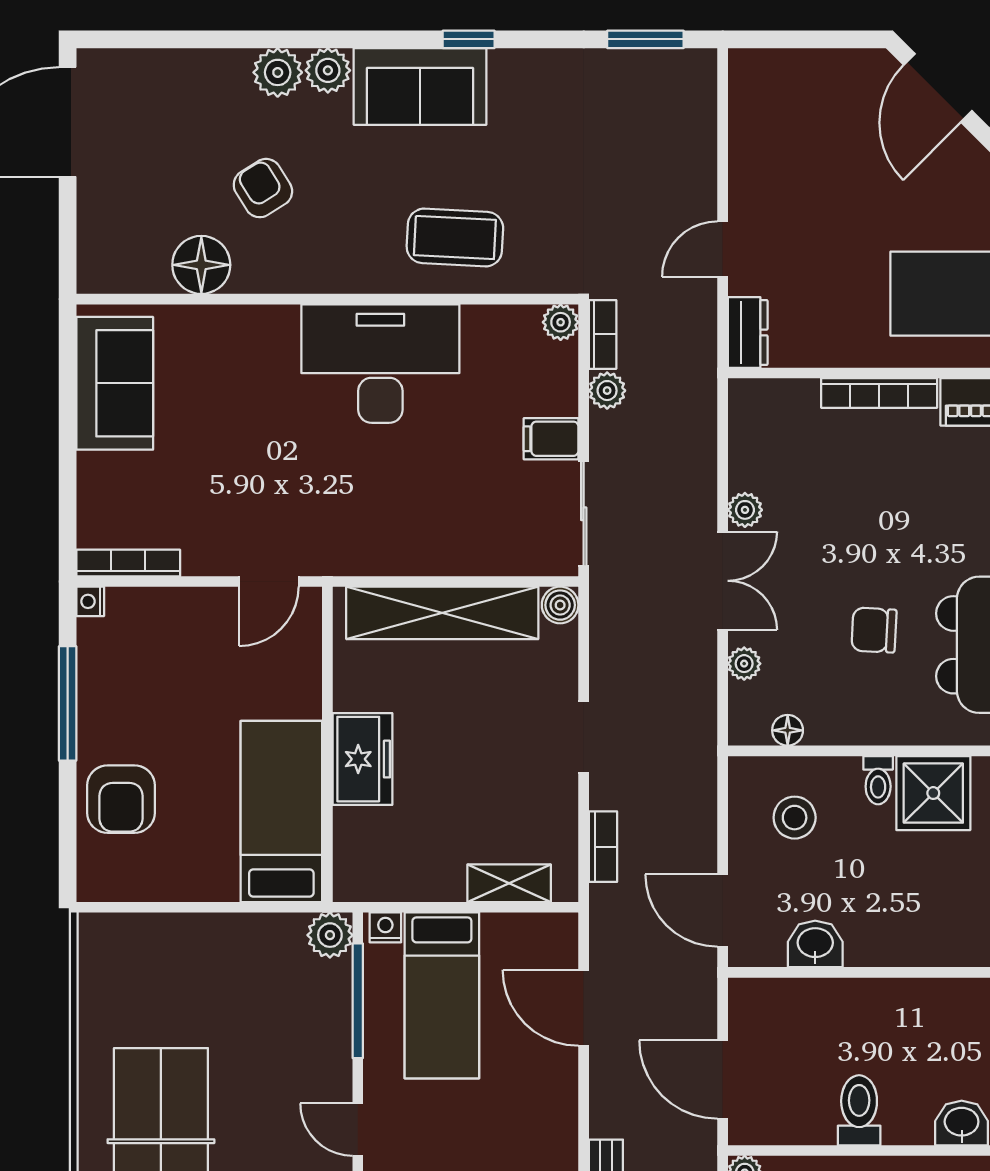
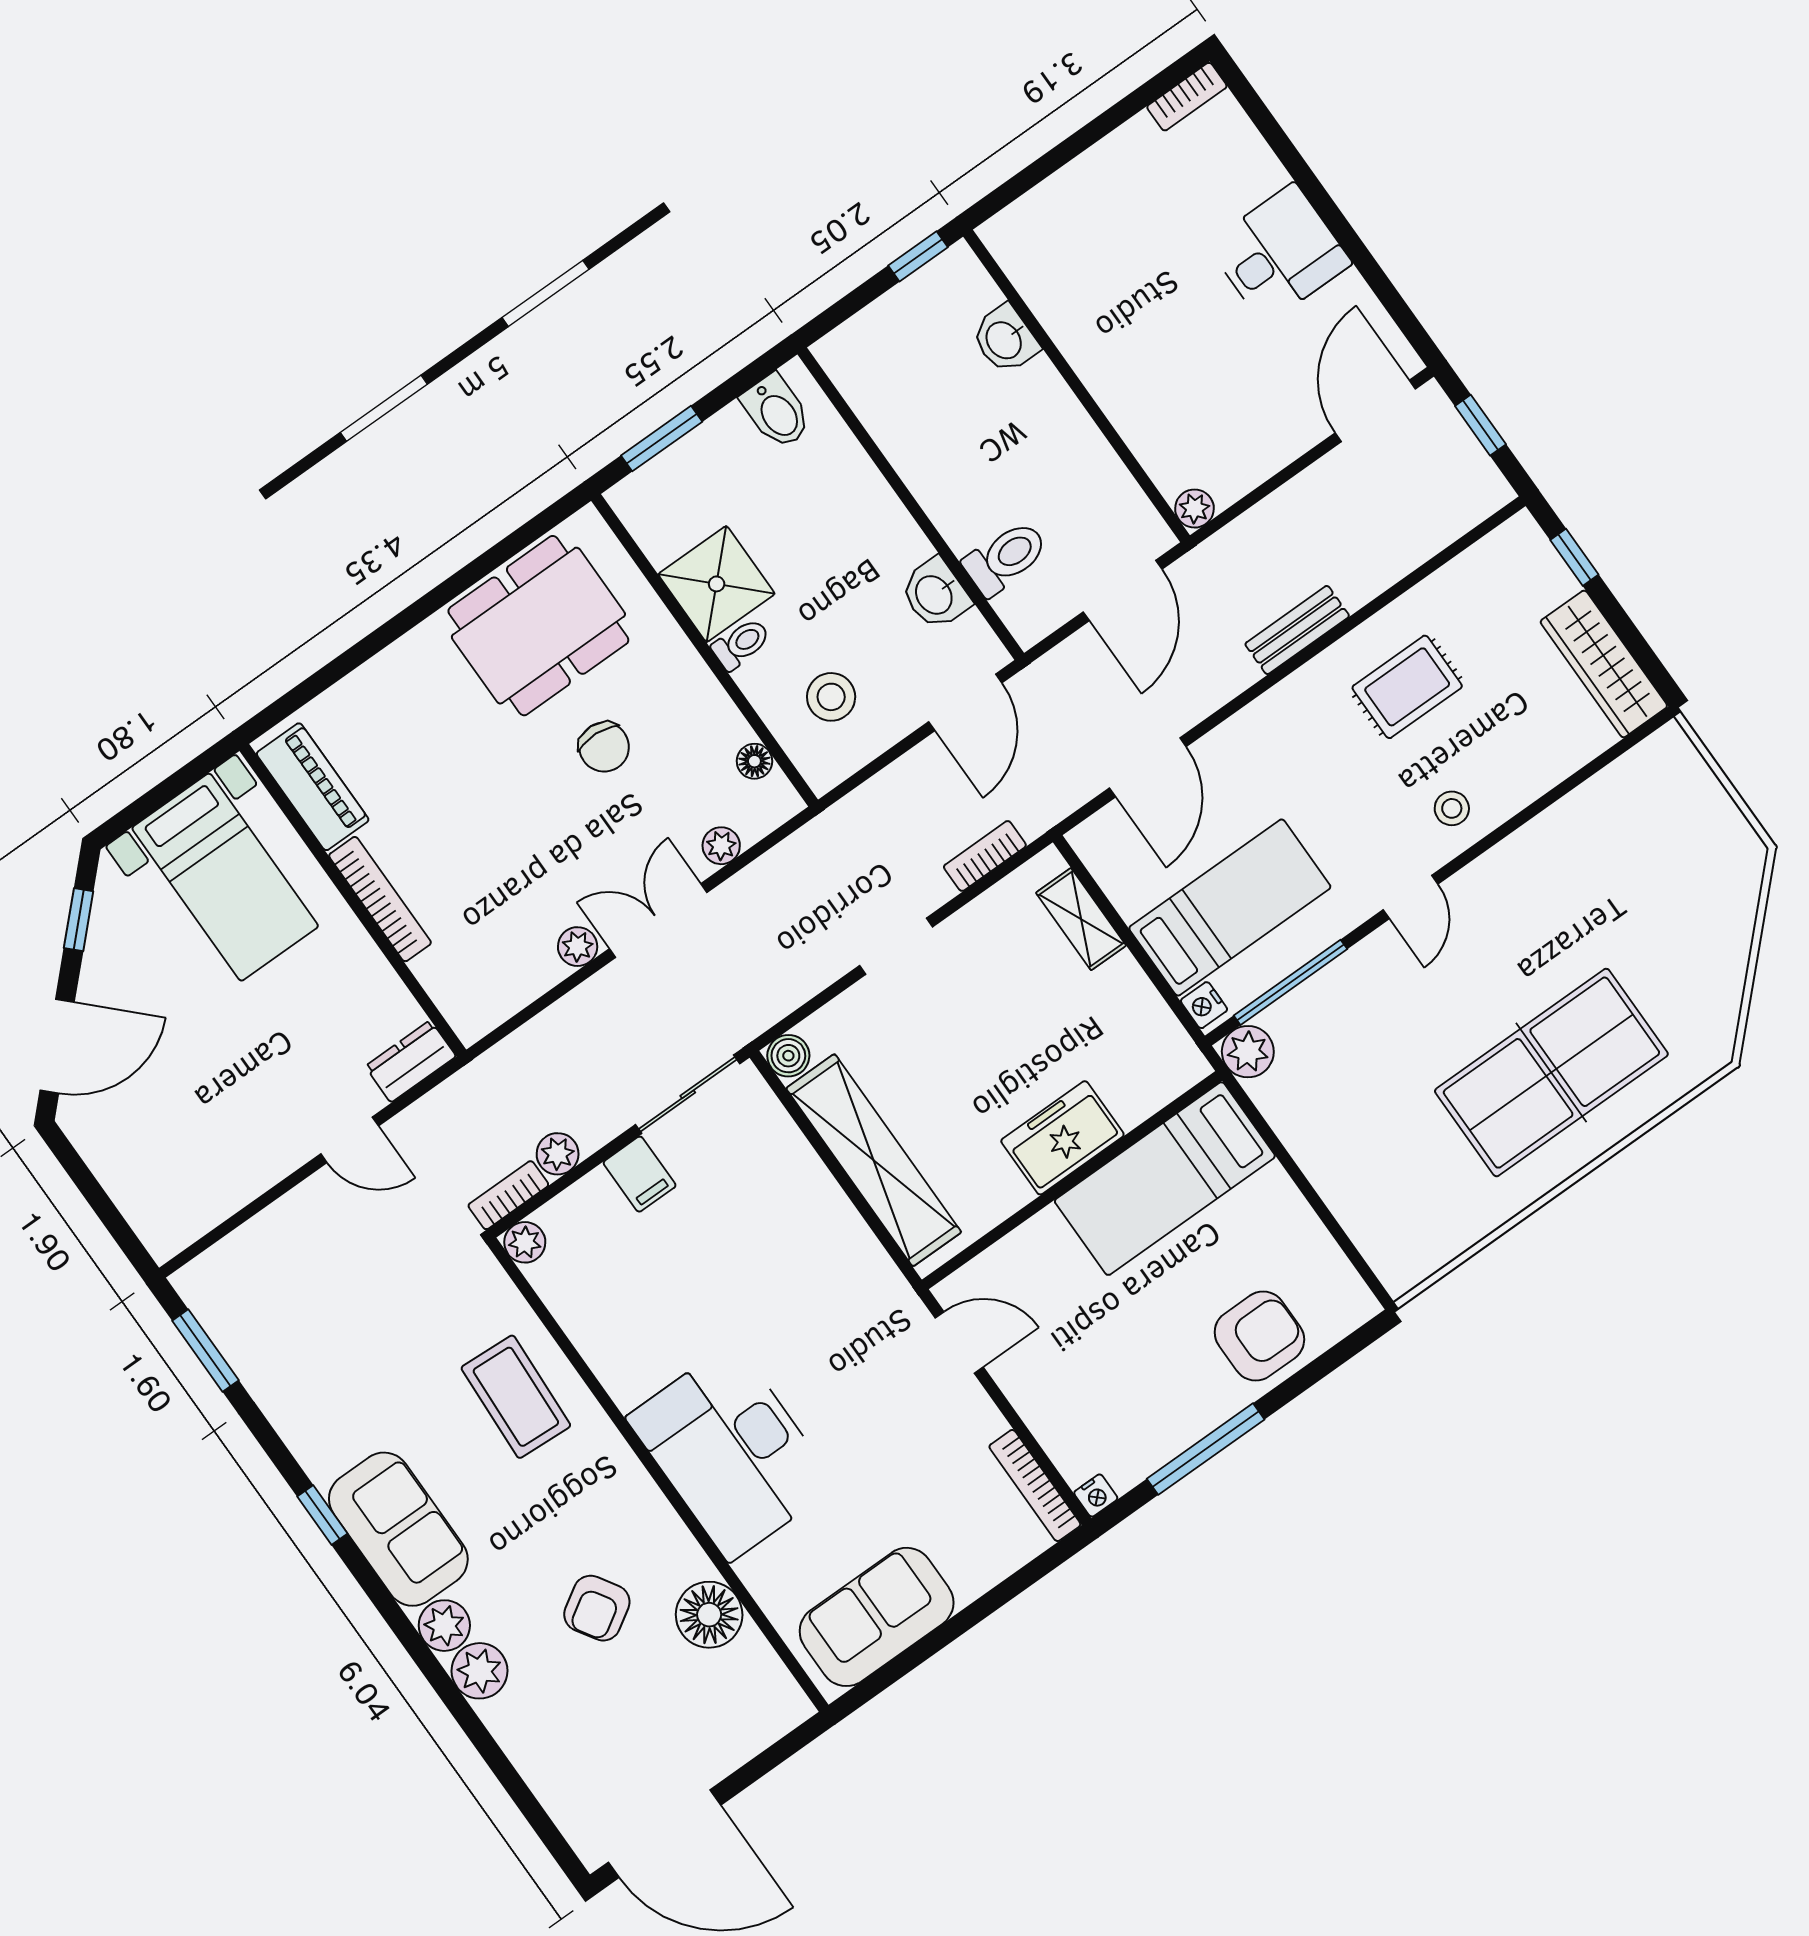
desk: (380, 364) -> (731, 1452), moved
toilet: (859, 1110) -> (1006, 558), moved, turned 180

